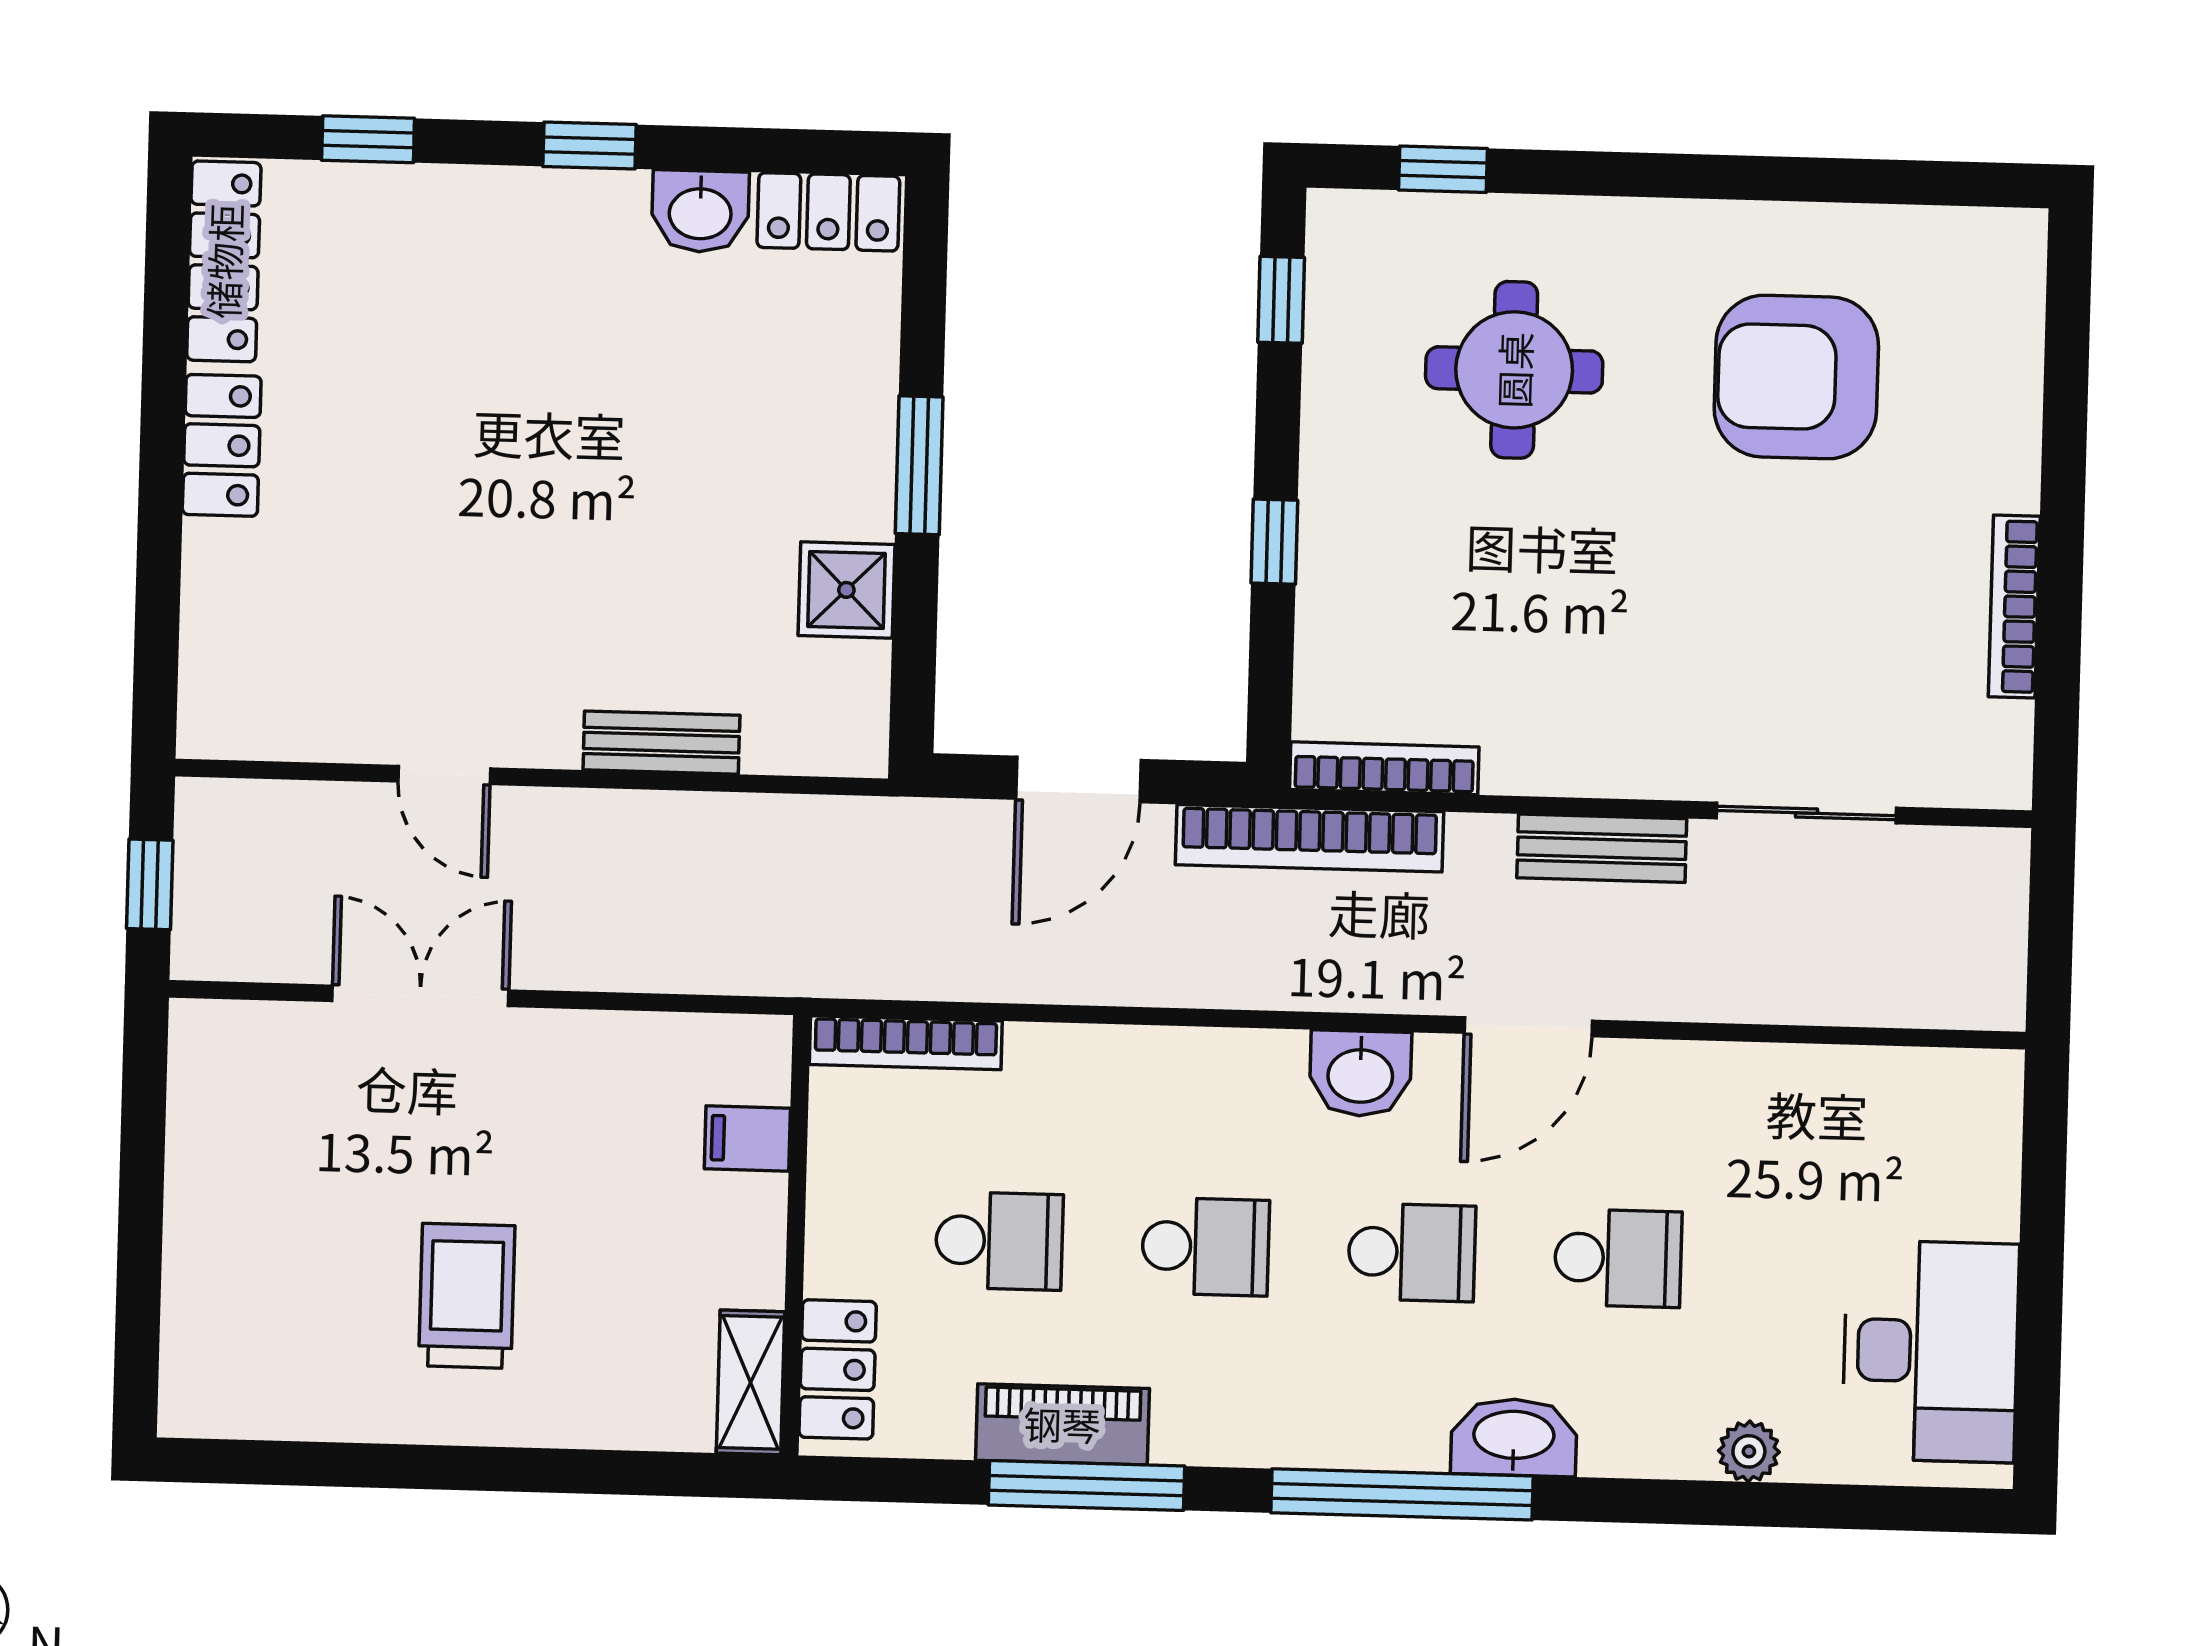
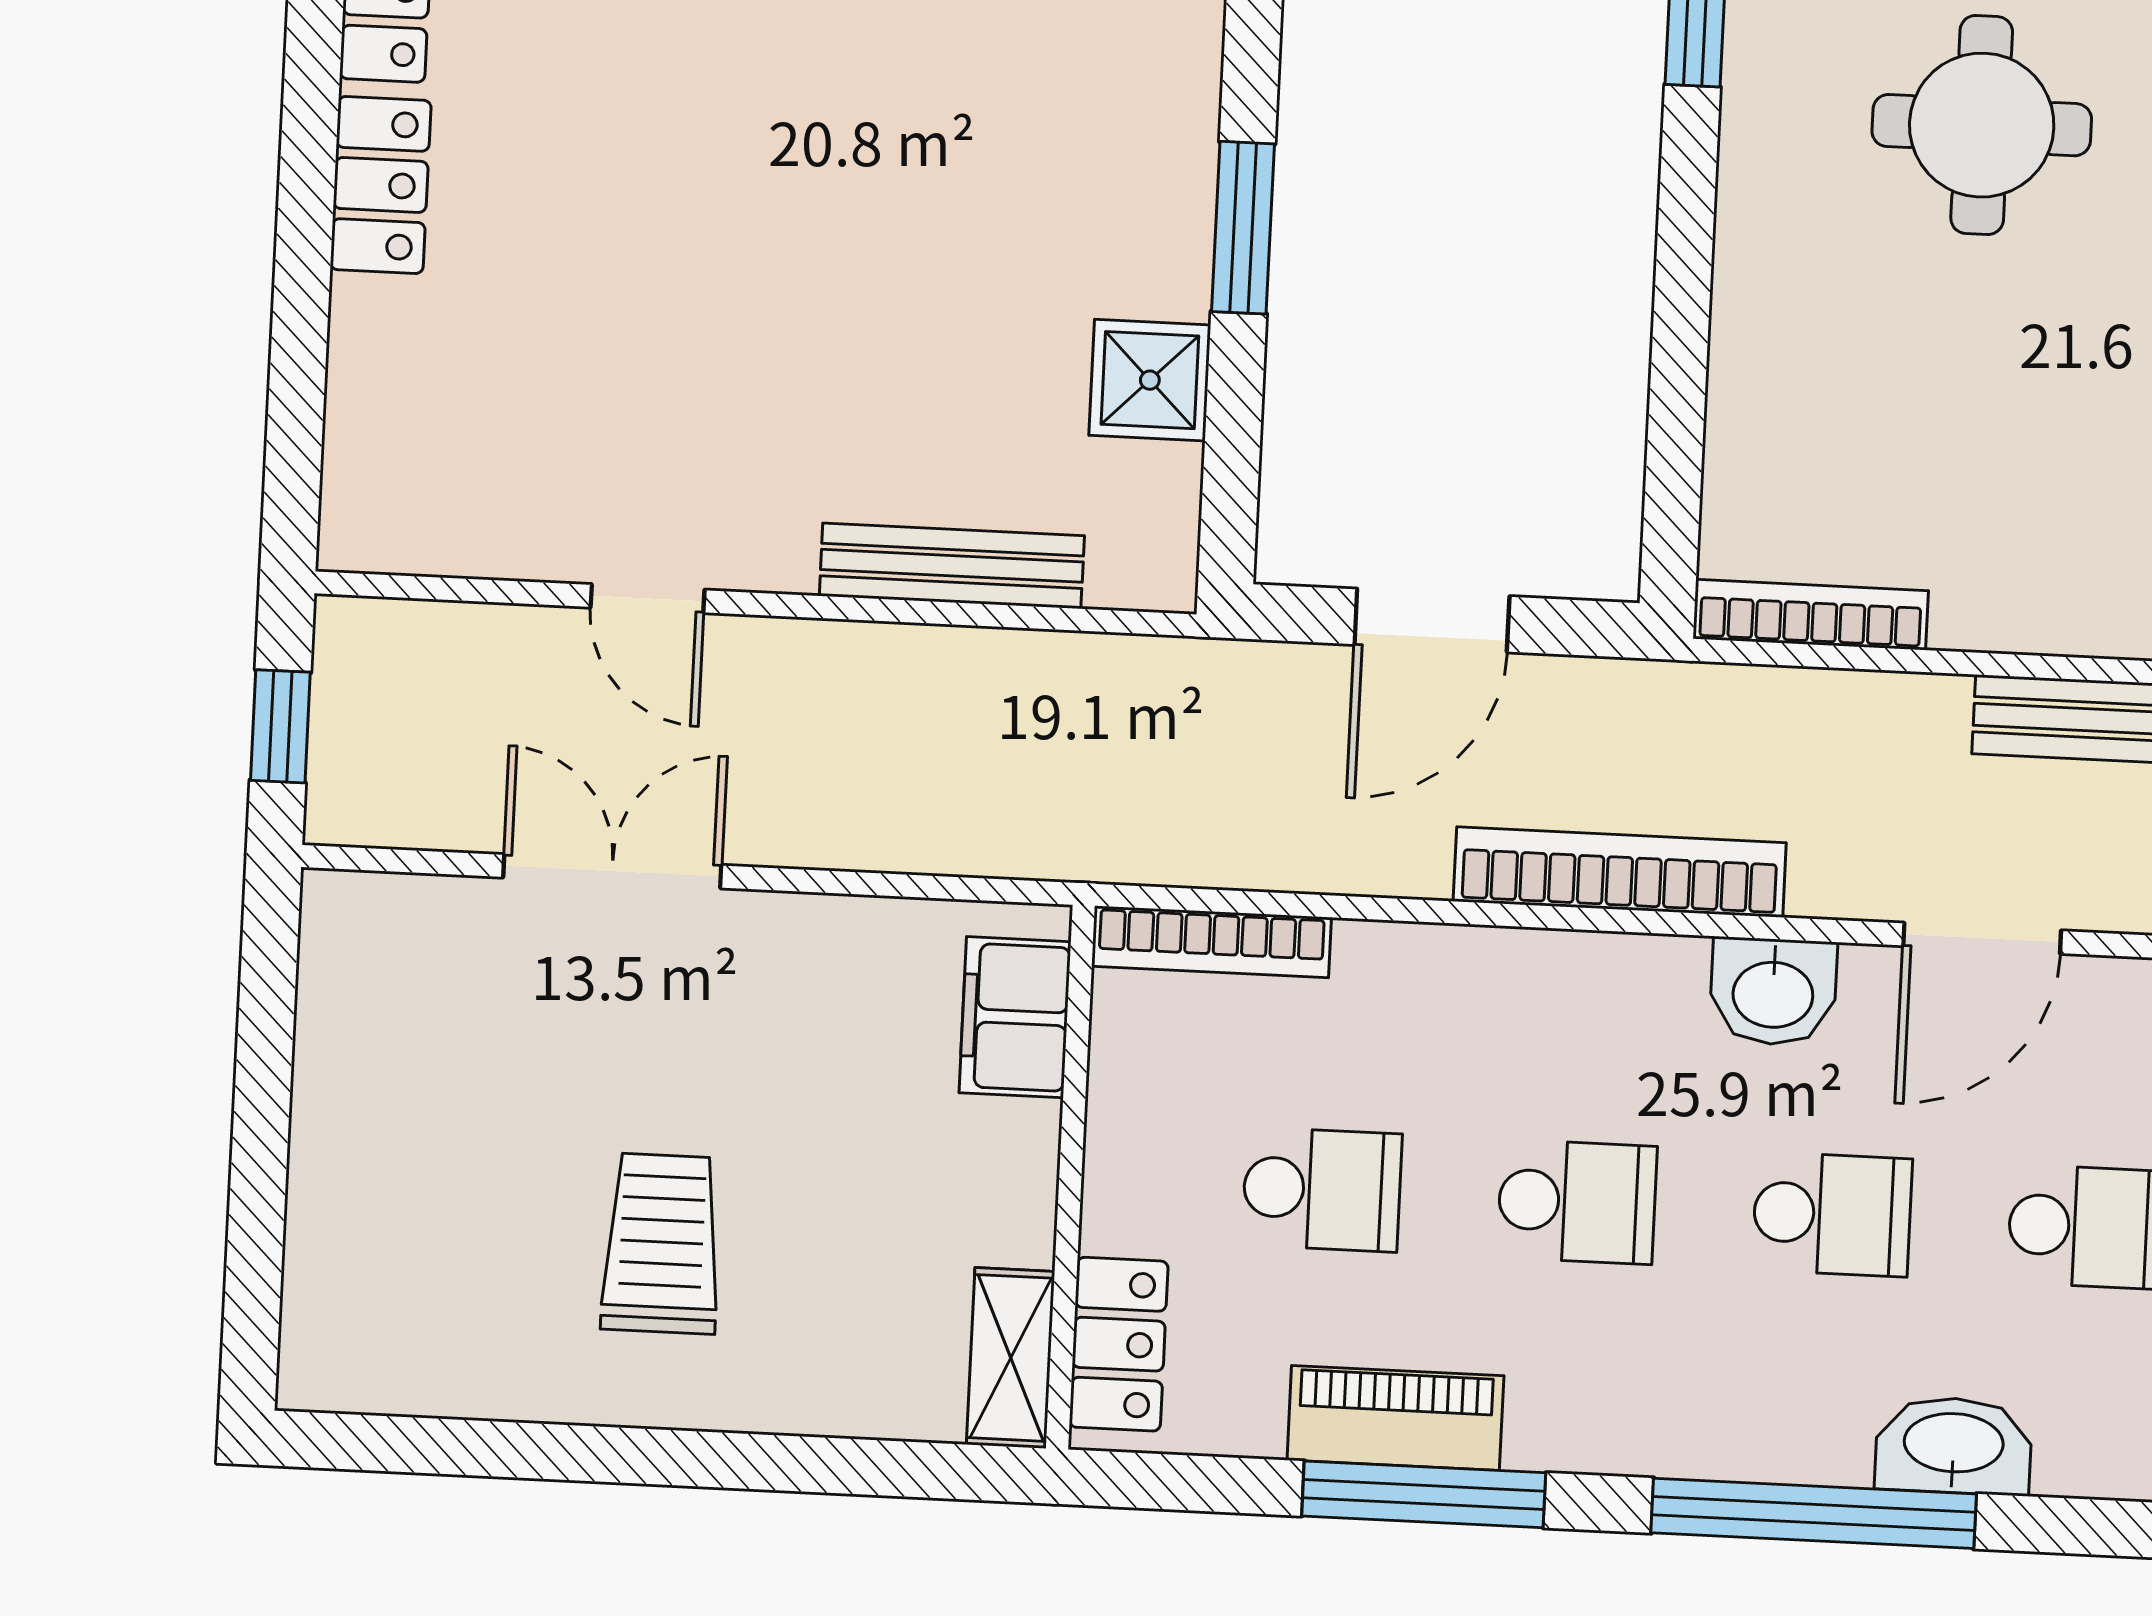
window: (1274, 542) -> (1681, 331), removed
bench: (661, 743) -> (952, 566), width x1.36
bookcase: (1310, 838) -> (1620, 872), moved, turned 180
filing cabinet: (747, 1139) -> (1015, 1017), width x2.00

